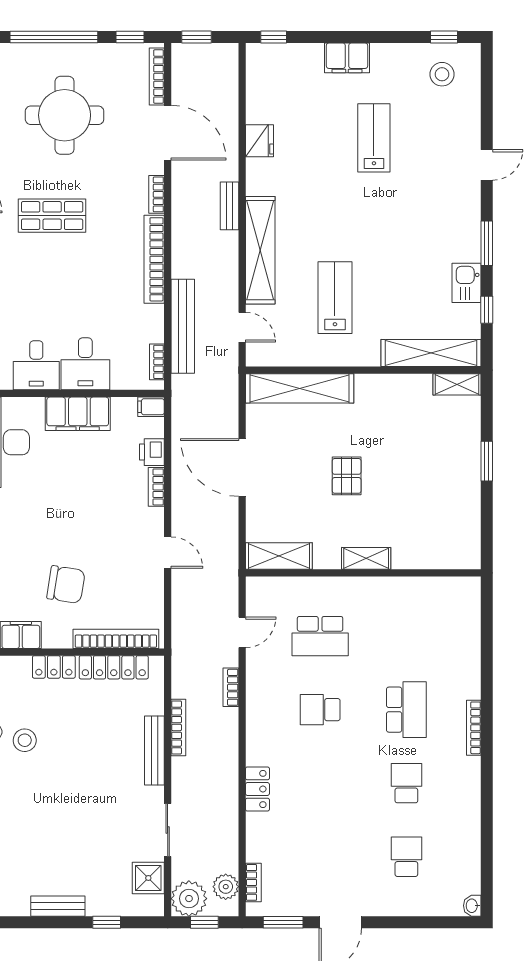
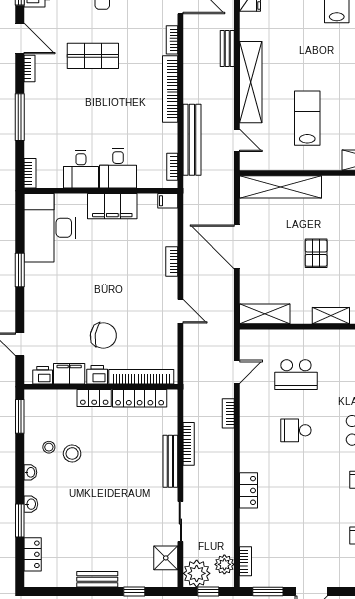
printer: (152, 452) -> (97, 375), moved, turned 90

